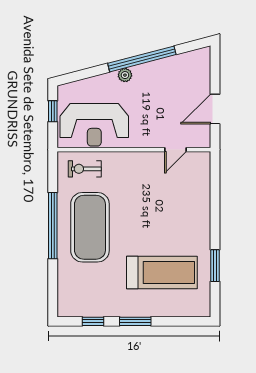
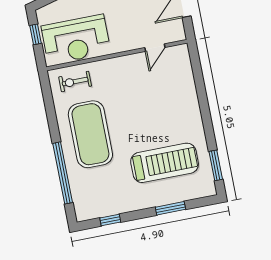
window: (53, 226) -> (63, 173), moved
window: (215, 266) -> (216, 165), moved
window: (135, 321) -> (170, 208), moved

